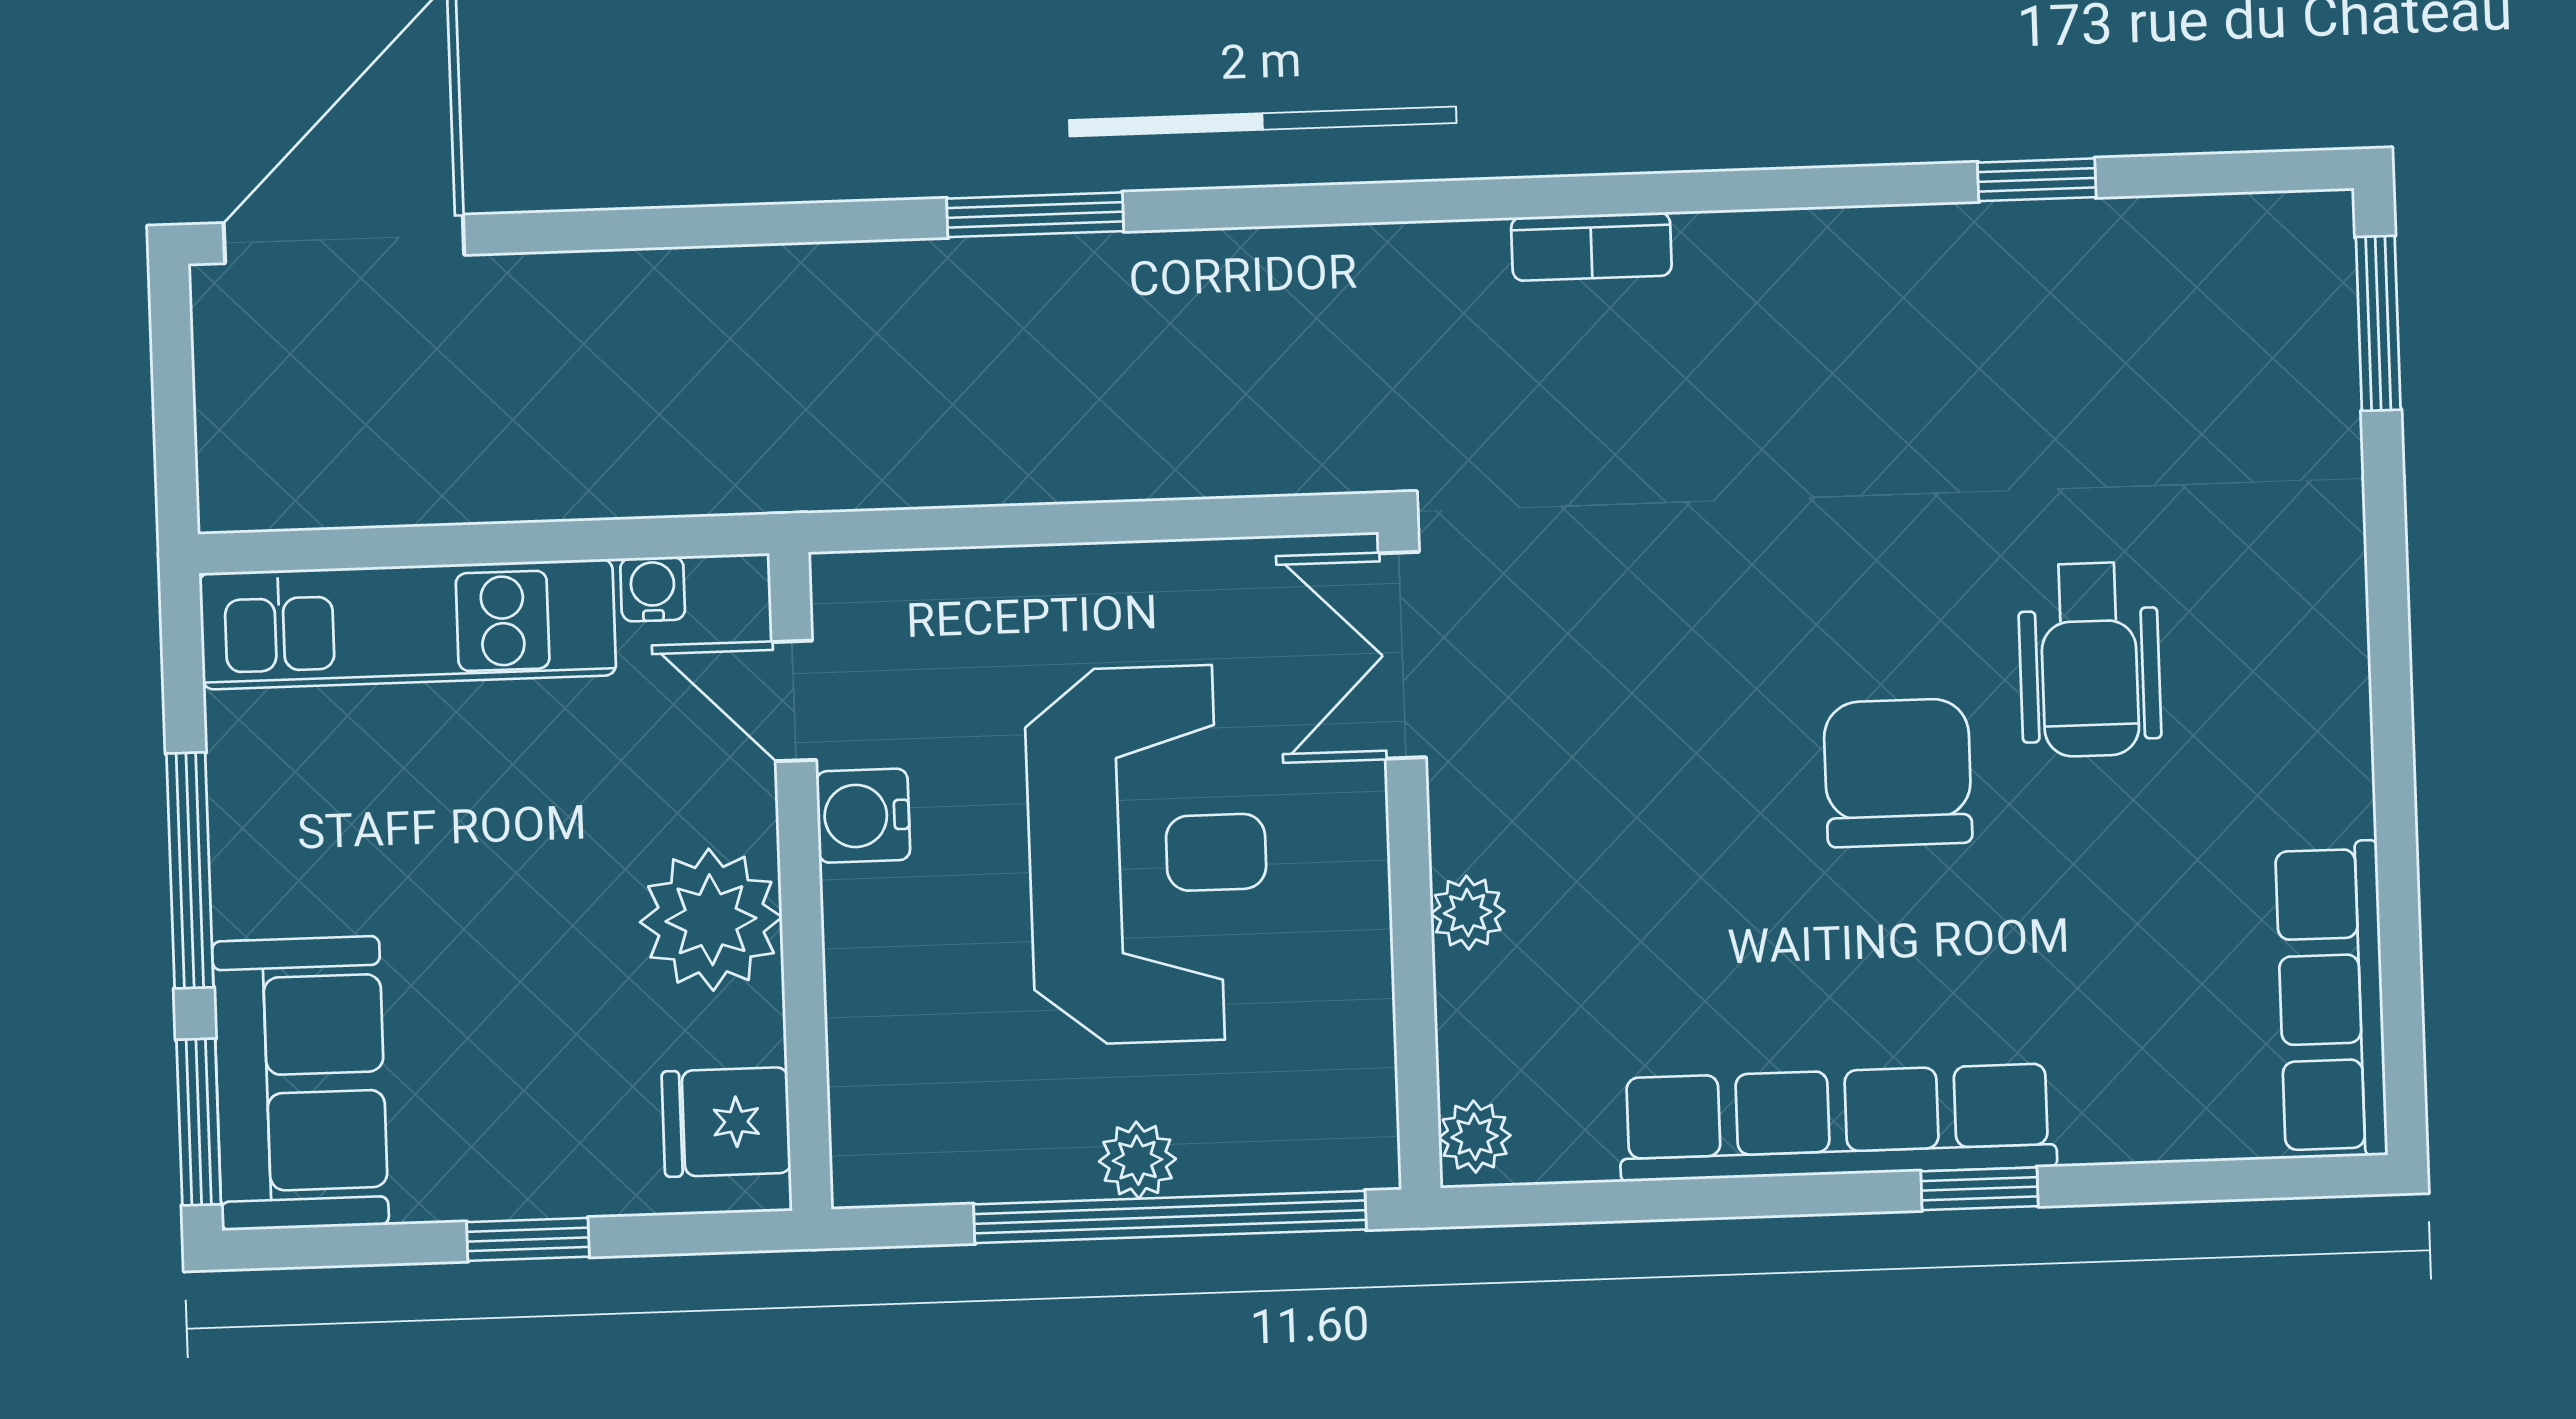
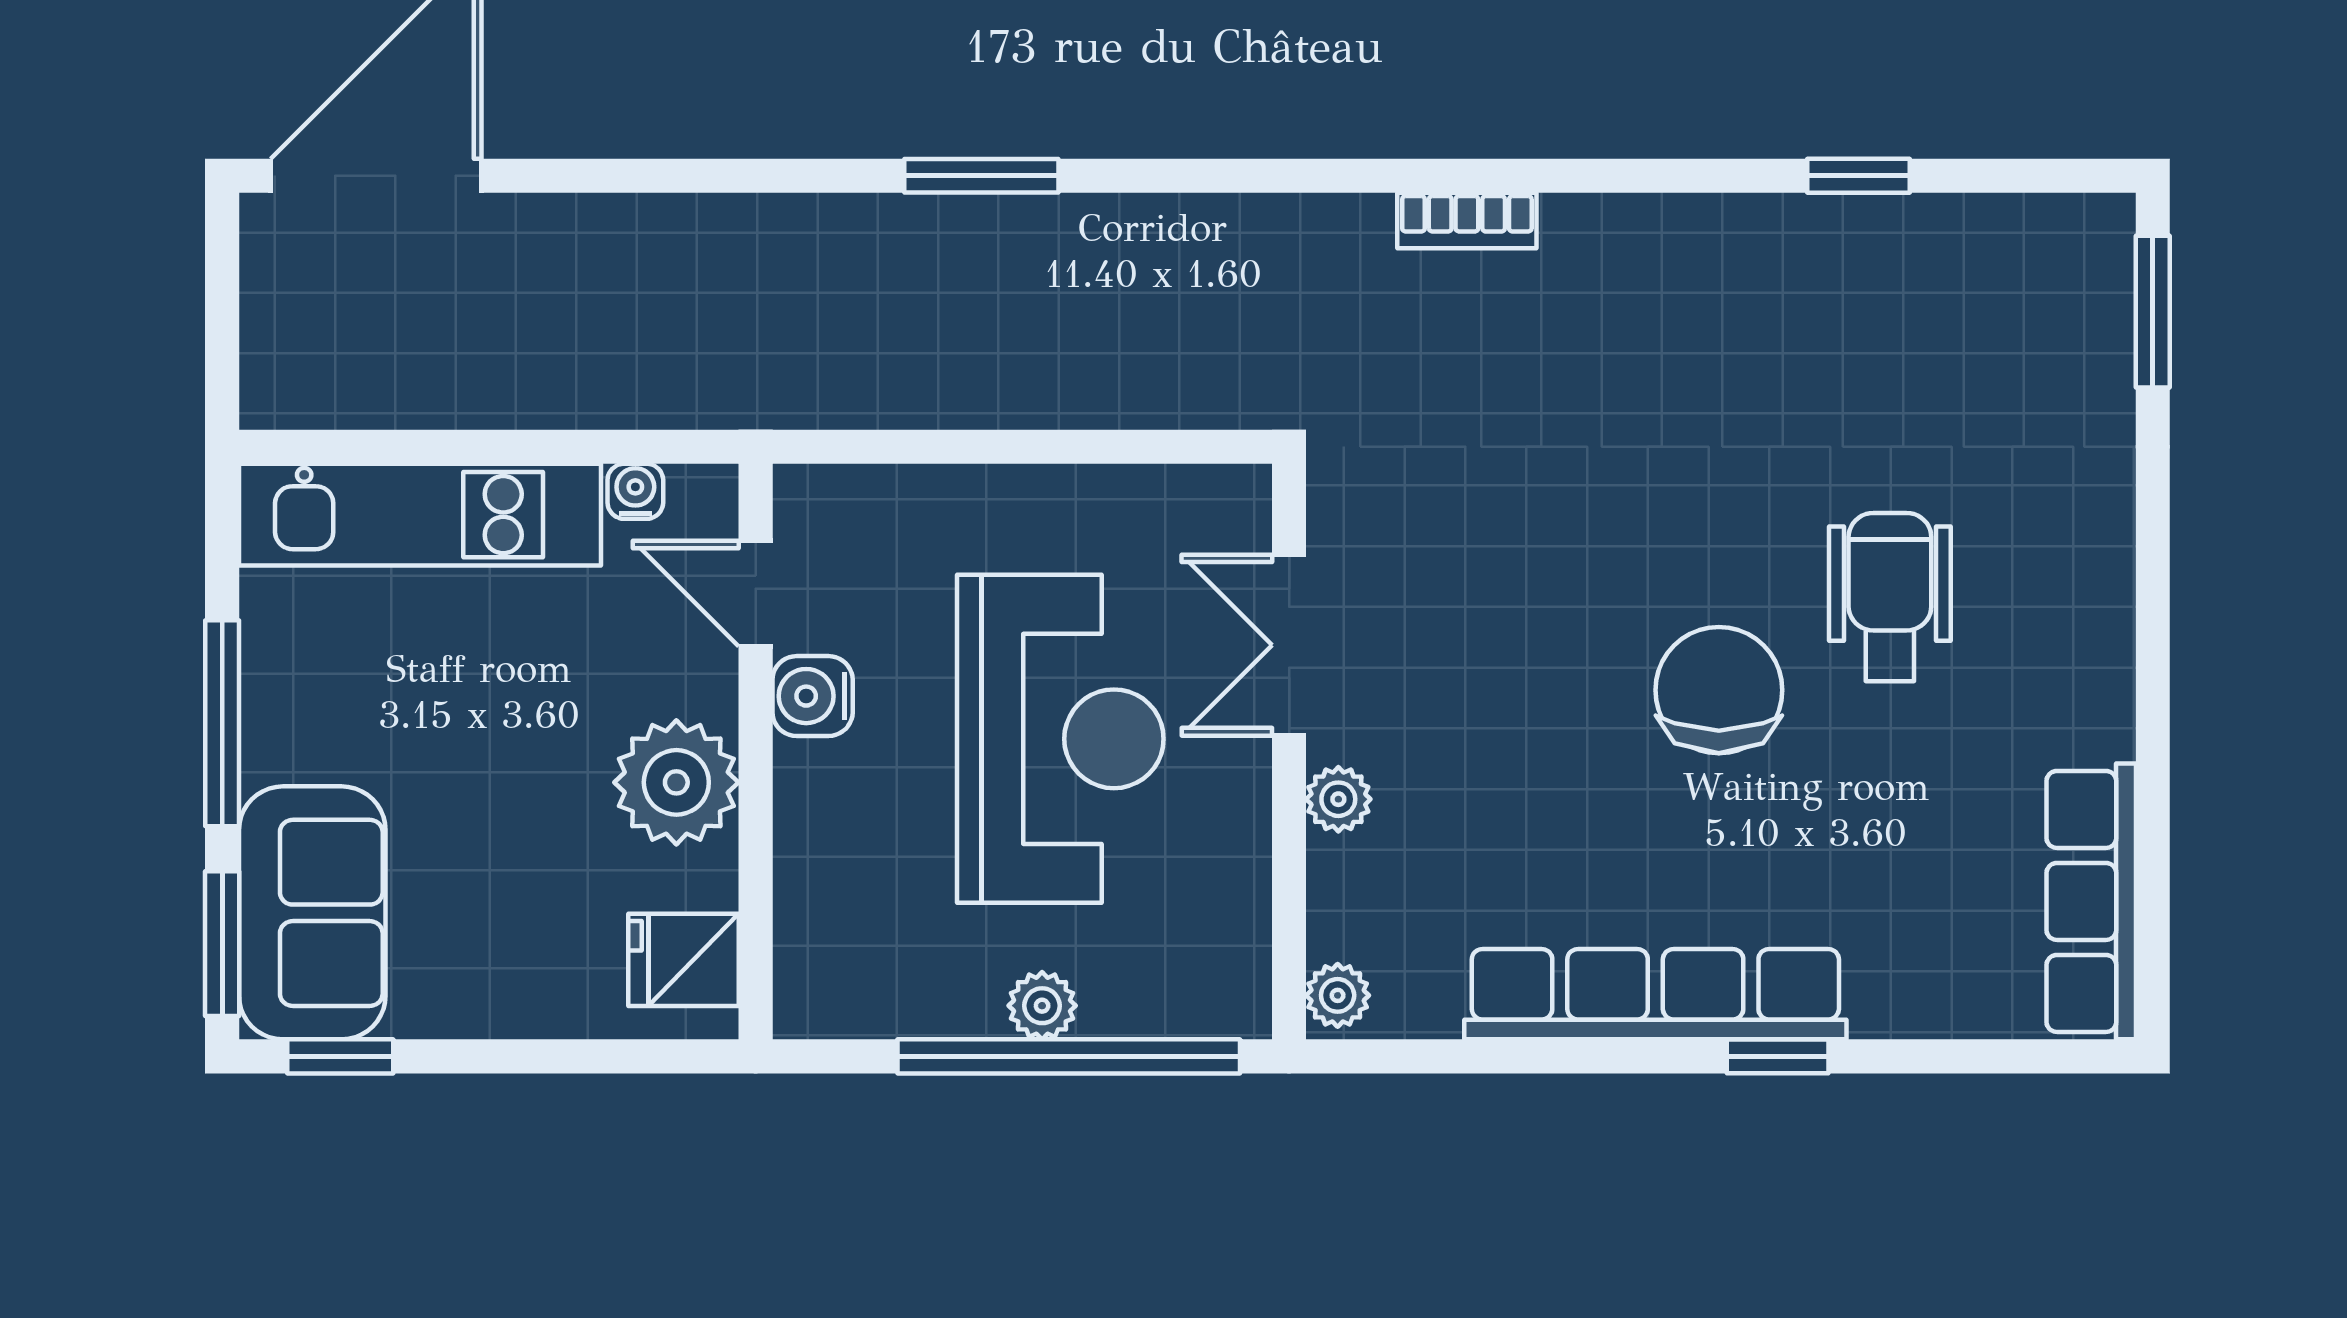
double door: (1402, 655) -> (1289, 645), moved
wheelchair: (2089, 660) -> (1890, 597), turned 180
window: (528, 1239) -> (340, 1056), moved

